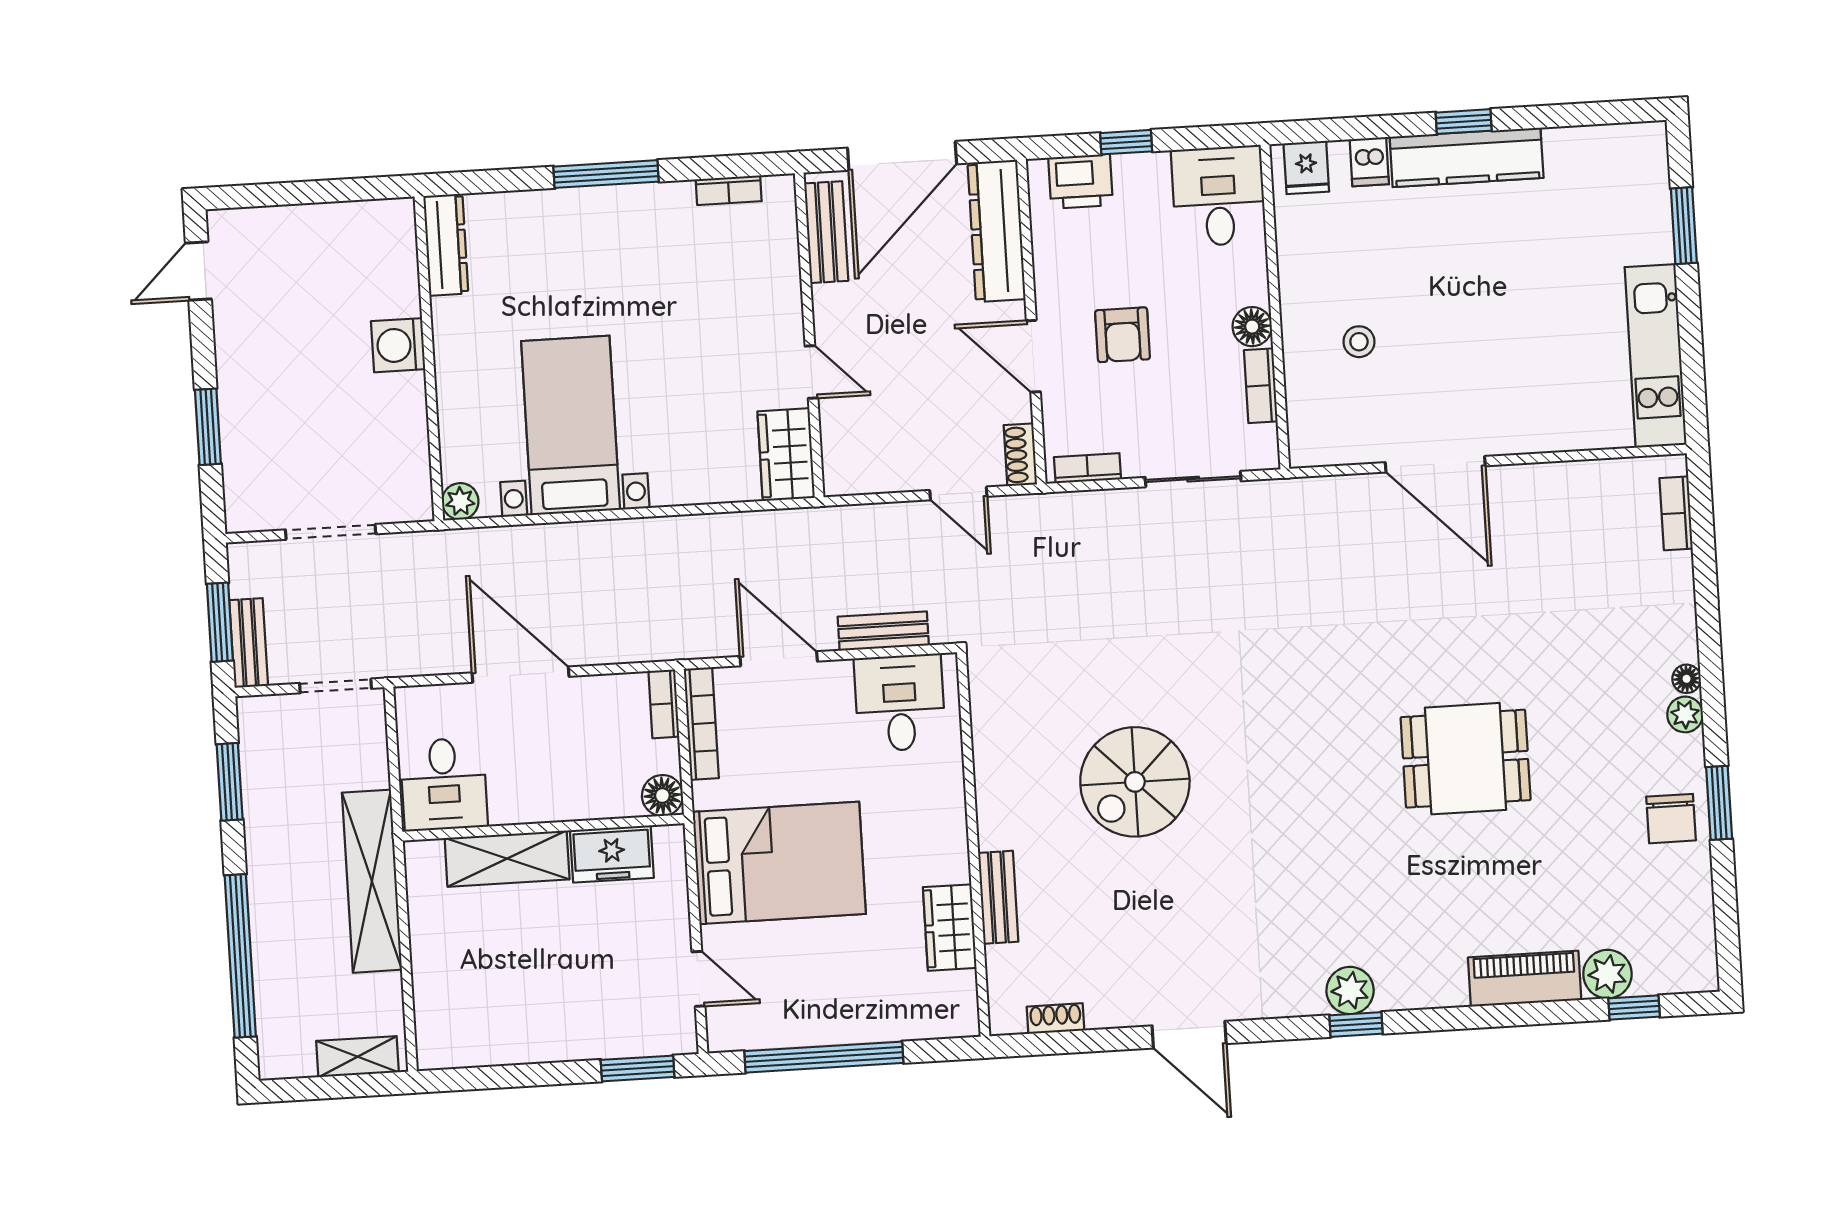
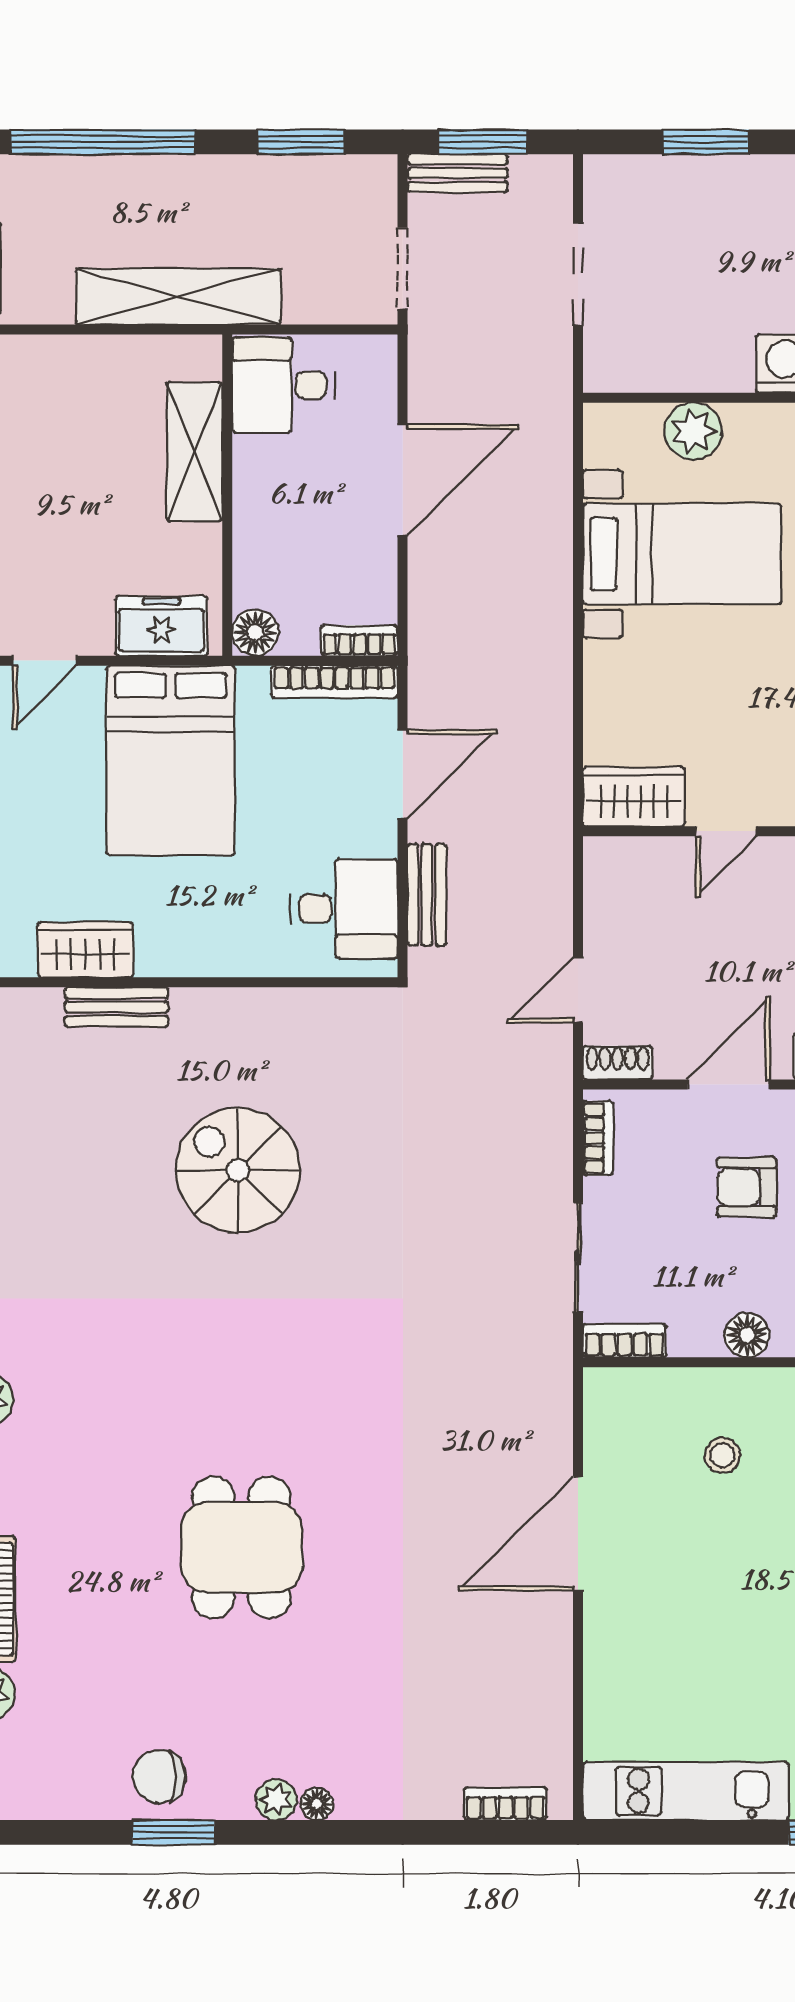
bookcase: (1261, 386) -> (624, 1341), moved
plant: (460, 501) -> (693, 431), moved, width x1.38, depth x1.38
freezer: (612, 854) -> (161, 626), moved, turned 90

